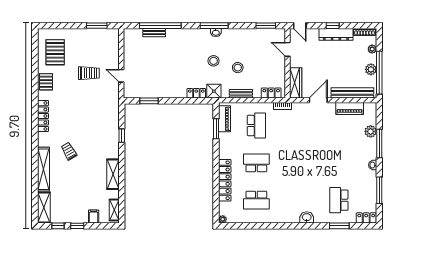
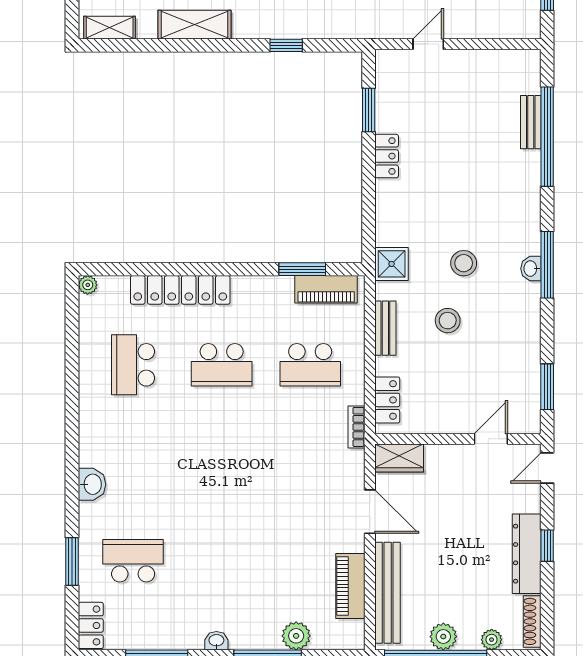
wardrobe: (296, 83) -> (399, 458), width x0.67
locker: (196, 93) -> (387, 156), moved
school desk: (256, 163) -> (222, 365), turned 90

